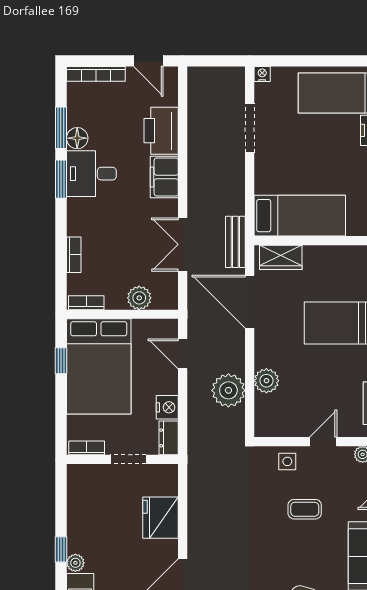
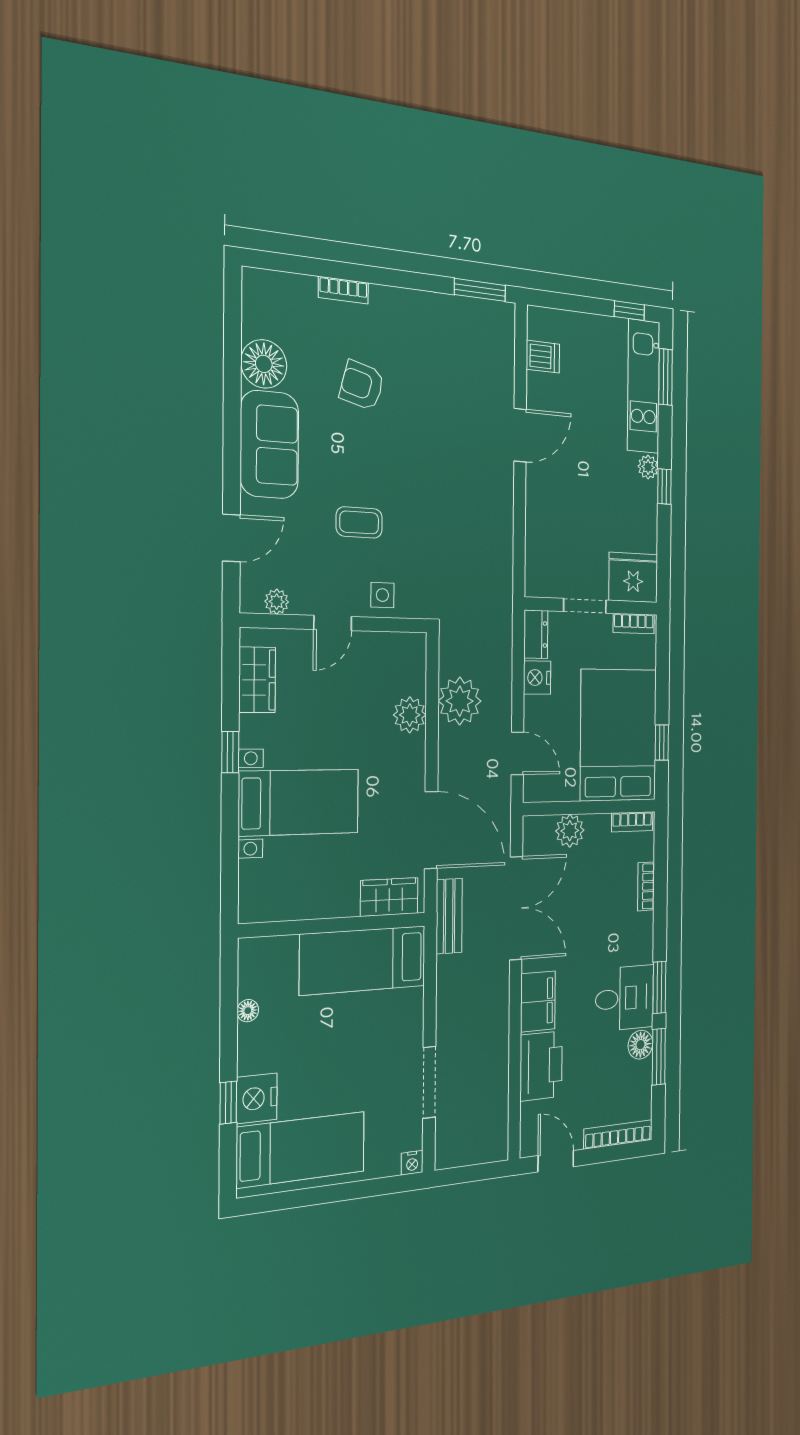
double door: (183, 244) -> (516, 908), width x1.37
fridge: (161, 518) -> (633, 577), moved, turned -90

